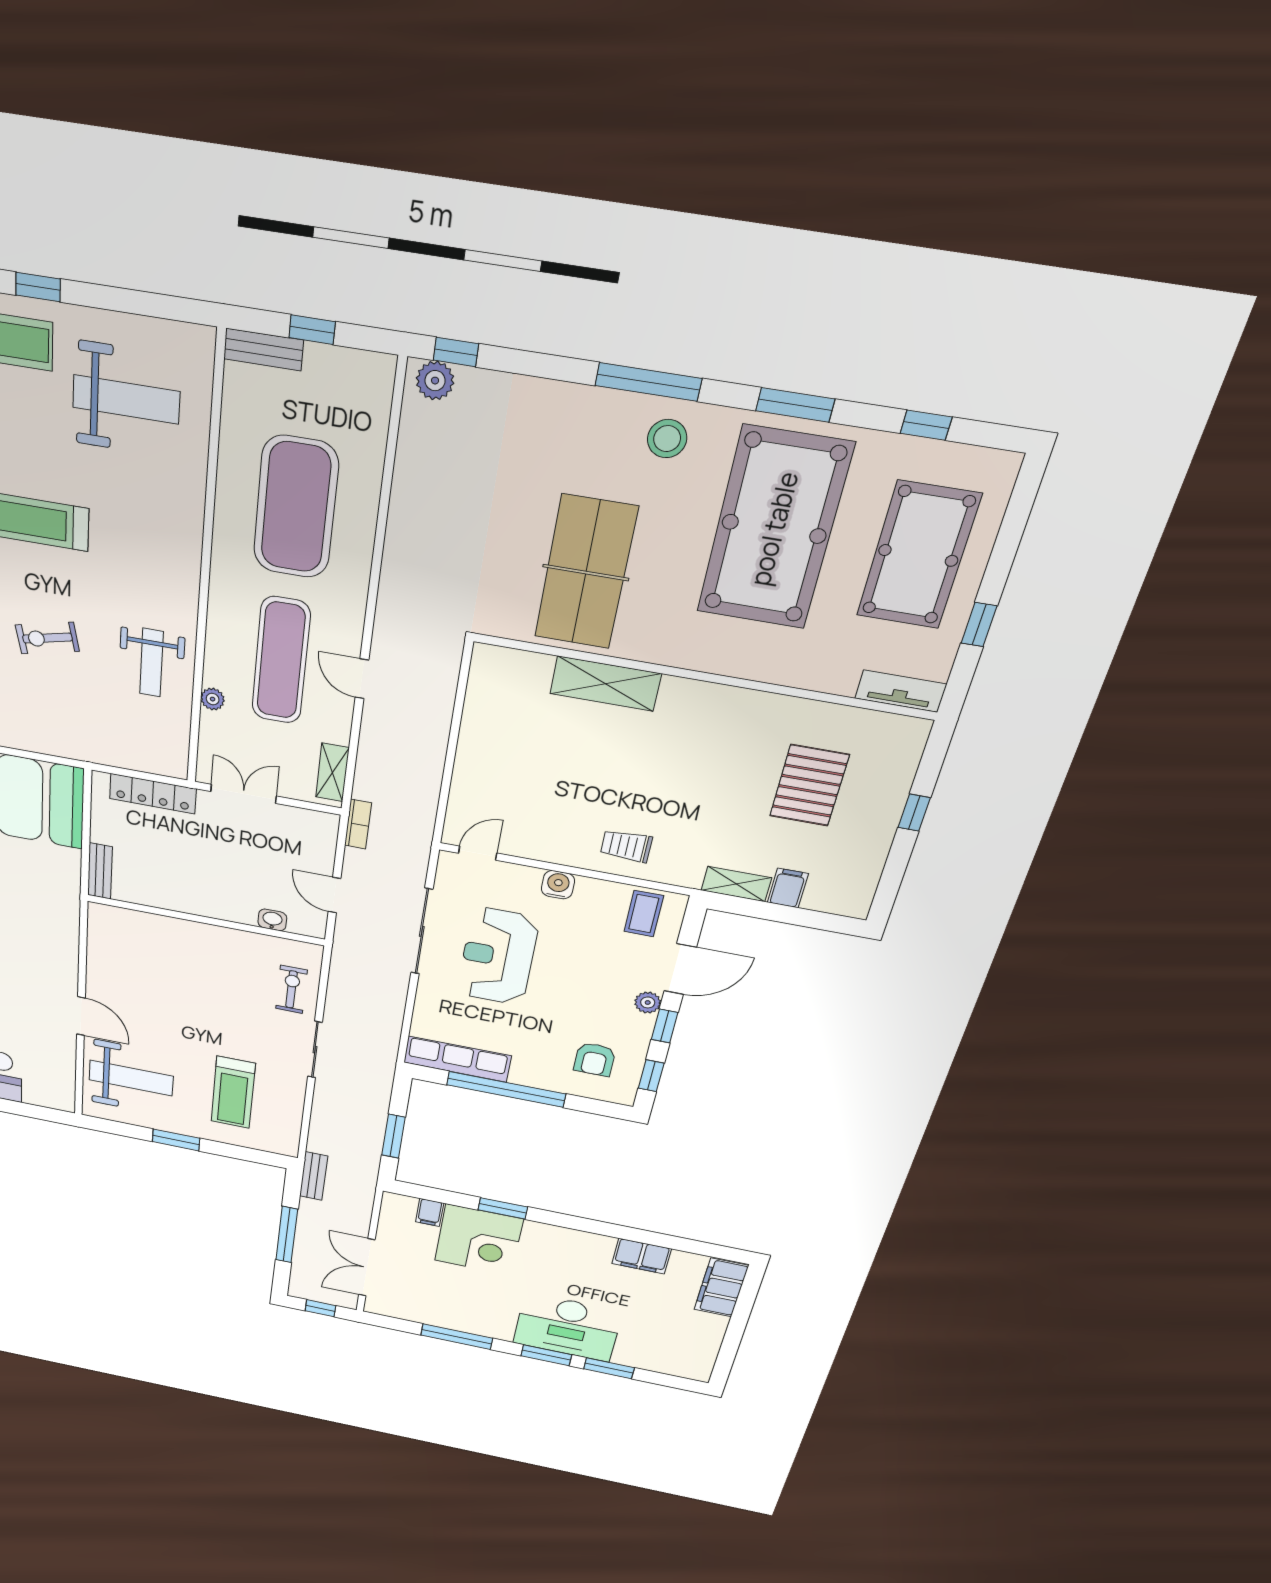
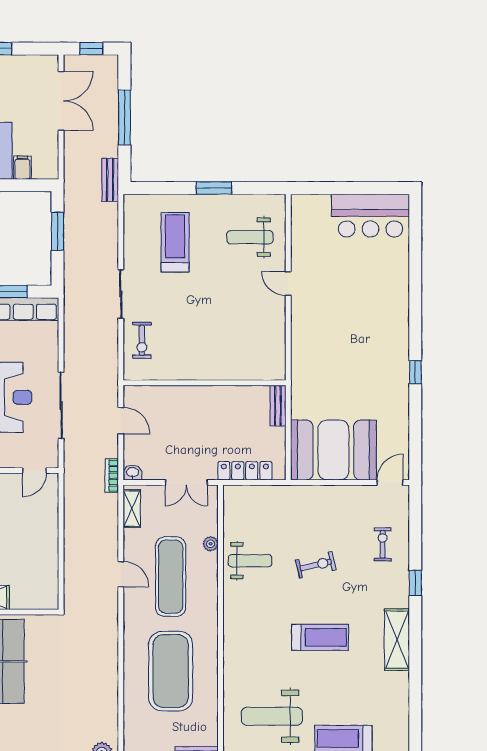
weight bench: (151, 663) -> (250, 561), turned 90
washbasin: (272, 920) -> (133, 473), moved, turned 180
door: (81, 1016) -> (288, 284), width x0.73
weight bench: (131, 1078) -> (250, 237), width x0.73, depth x0.75

